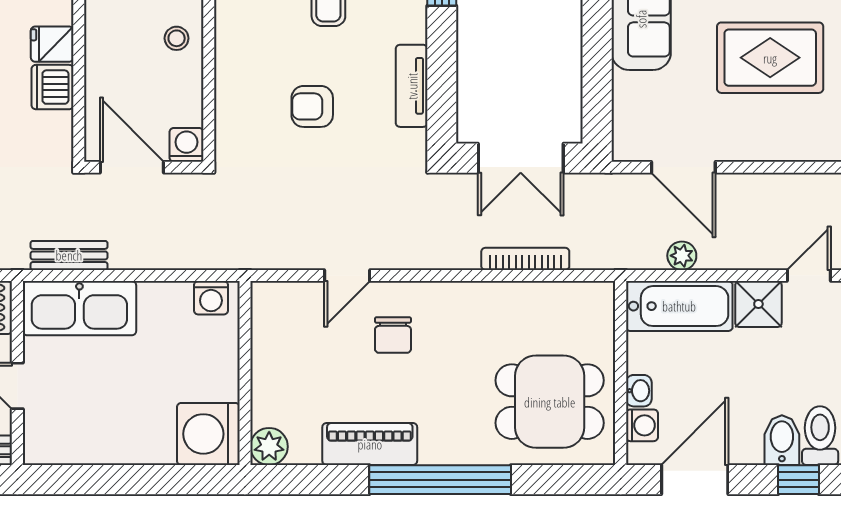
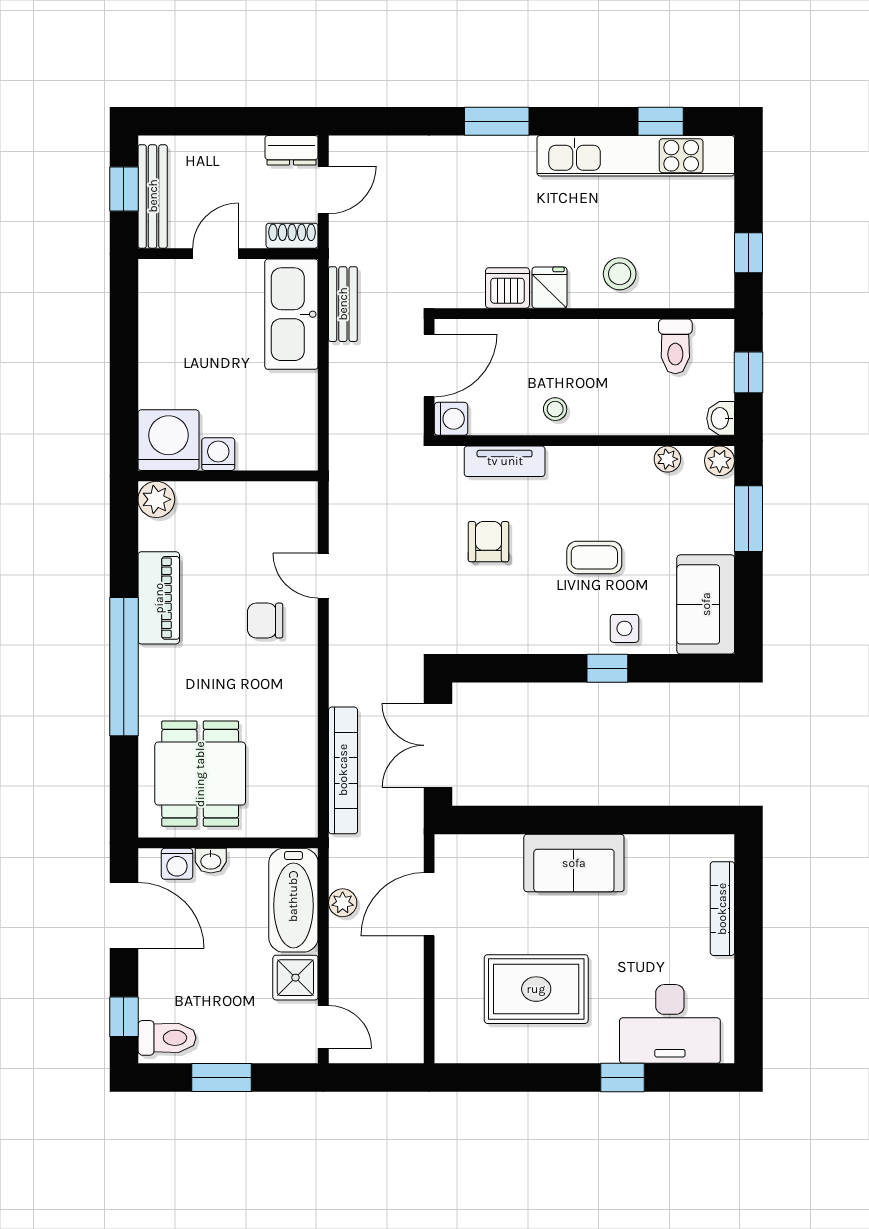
rug: (770, 58) -> (536, 989), turned 90
tv unit: (412, 86) -> (505, 461), moved, turned 180
bookcase: (525, 259) -> (343, 770), width x1.48, depth x1.31
washing machine: (211, 298) -> (218, 454), moved, turned 90
bidet: (782, 440) -> (162, 1001), removed

